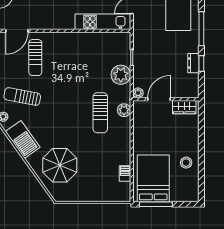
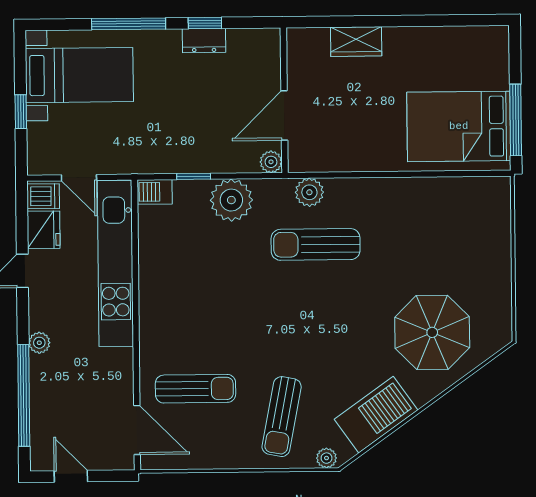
kitchen unit: (103, 22) -> (115, 263), width x1.36
door: (159, 99) -> (284, 115), hinge flipped
wardrobe: (184, 107) -> (356, 42), moved, turned 90
sun lounger: (100, 113) -> (316, 244), turned 180
stool: (186, 163) -> (423, 54), removed
barbecue: (125, 173) -> (155, 192), moved

